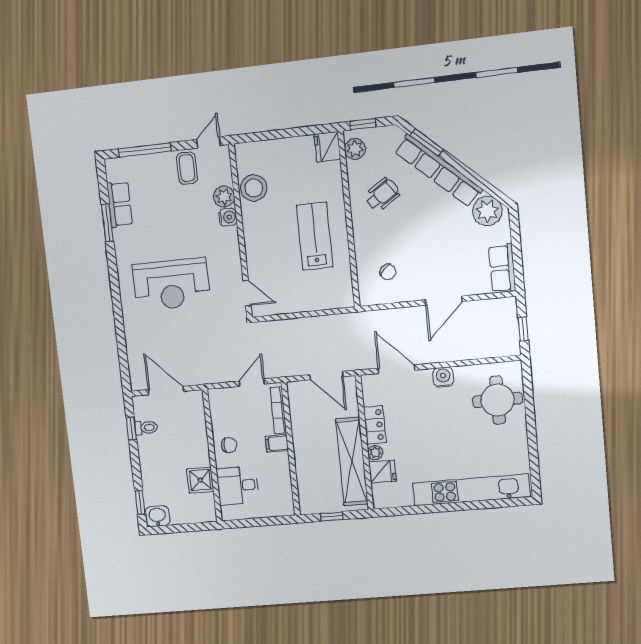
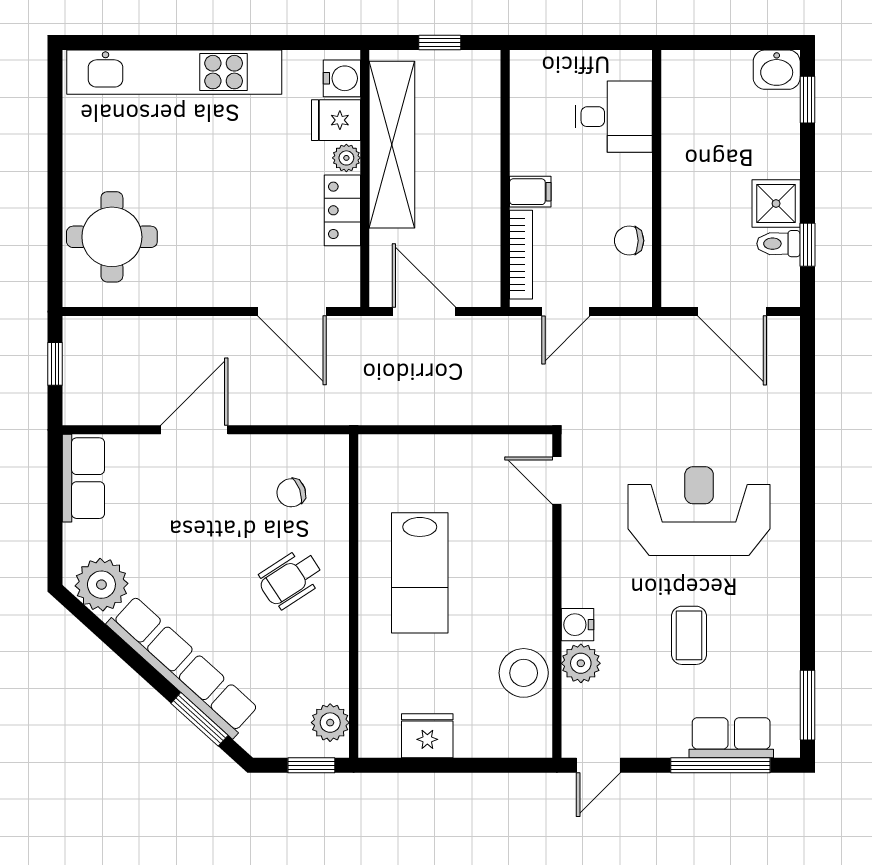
fridge: (327, 147) -> (427, 736), moved, turned -90
coffee table: (187, 168) -> (689, 635), moved
wheelchair: (382, 195) -> (291, 579), moved
row of seats: (120, 204) -> (731, 738), moved, turned 90
window: (107, 223) -> (807, 705), moved
chair: (388, 272) -> (291, 493), turned -67
water cooler: (443, 377) -> (342, 78), moved, turned -90
chair: (229, 445) -> (629, 241), moved
shower: (200, 480) -> (776, 203), moved

